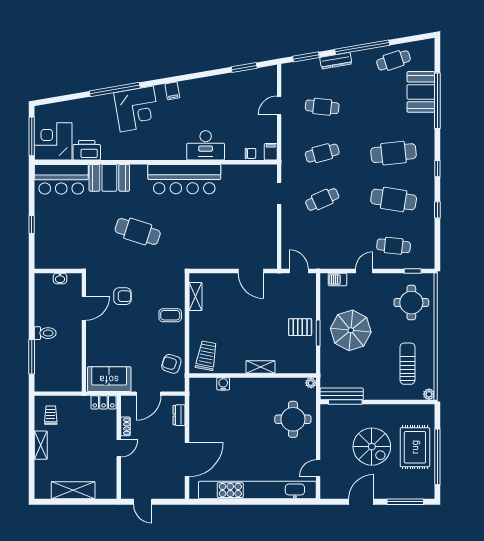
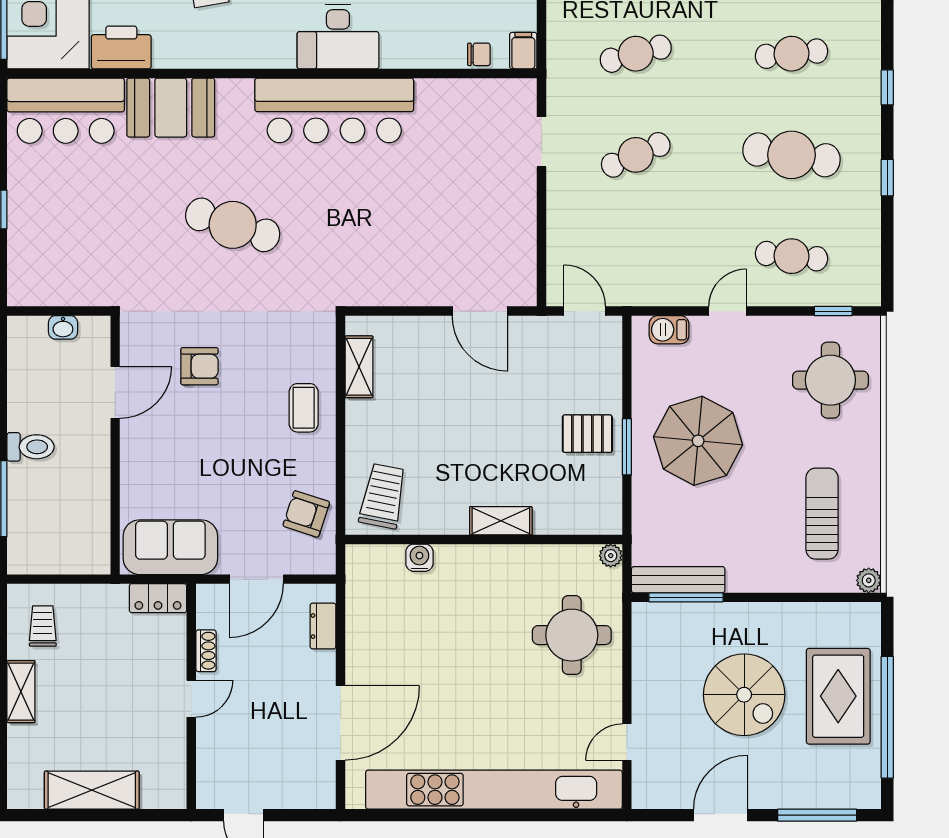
desk: (206, 145) -> (338, 37), moved
cafe table: (394, 153) -> (791, 54), width x0.73, depth x0.74
coffee table: (170, 315) -> (304, 408), turned 90

